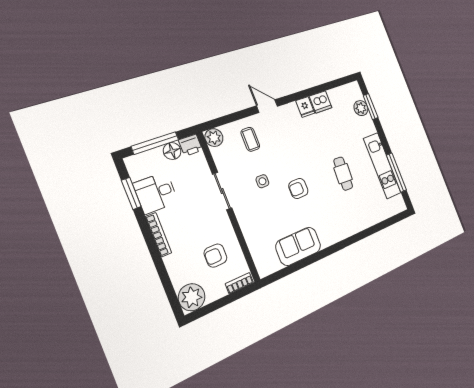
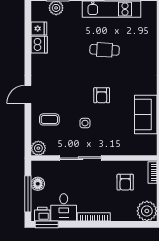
fridge: (305, 107) -> (39, 29), moved
printer: (191, 145) -> (42, 214), moved, turned -90
sliding door: (222, 191) -> (81, 158), width x1.37
window: (131, 193) -> (47, 224), moved

